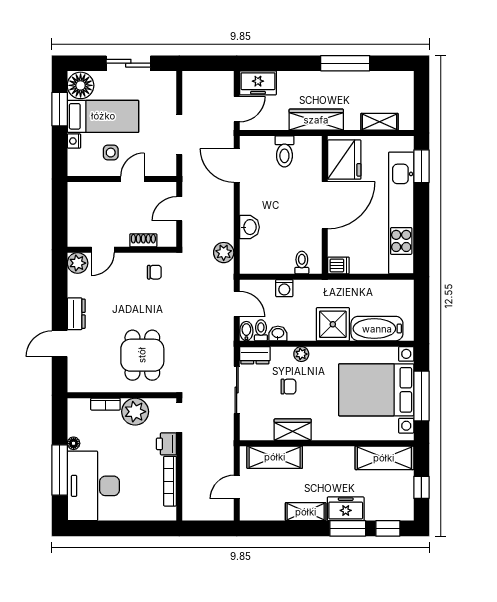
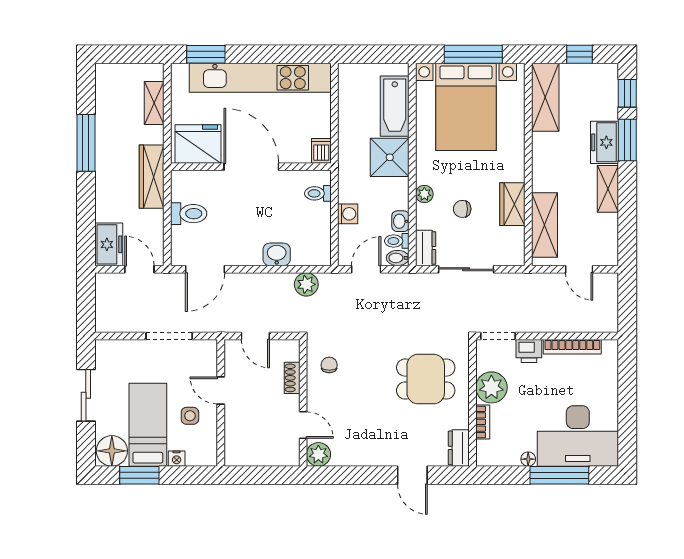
dresser: (76, 314) -> (459, 448), moved, turned -90
chair: (288, 387) -> (462, 209), turned -90

